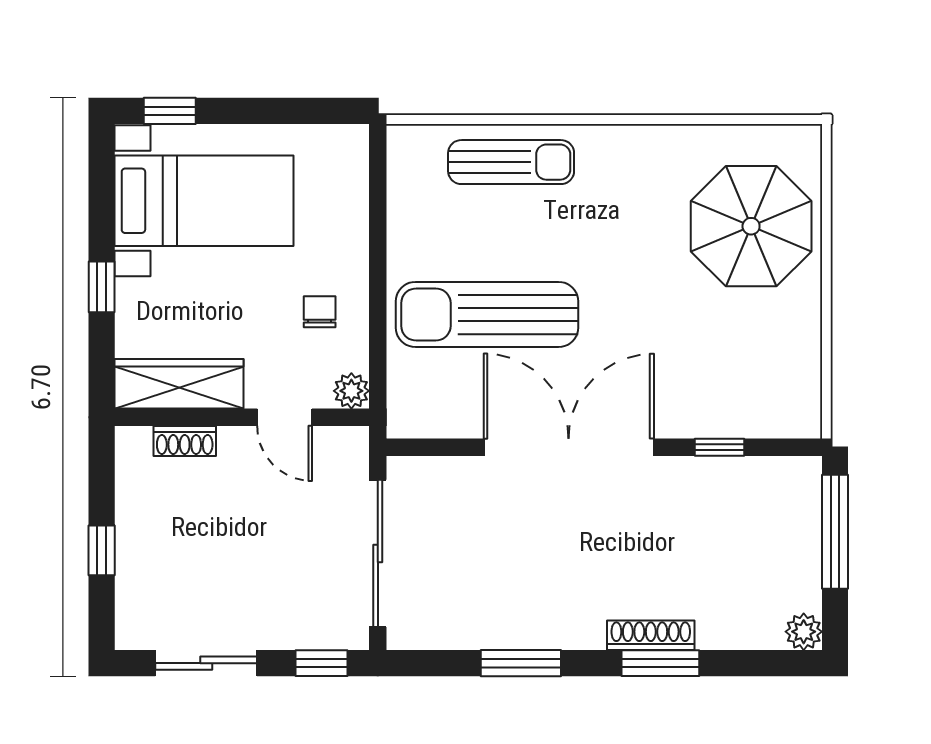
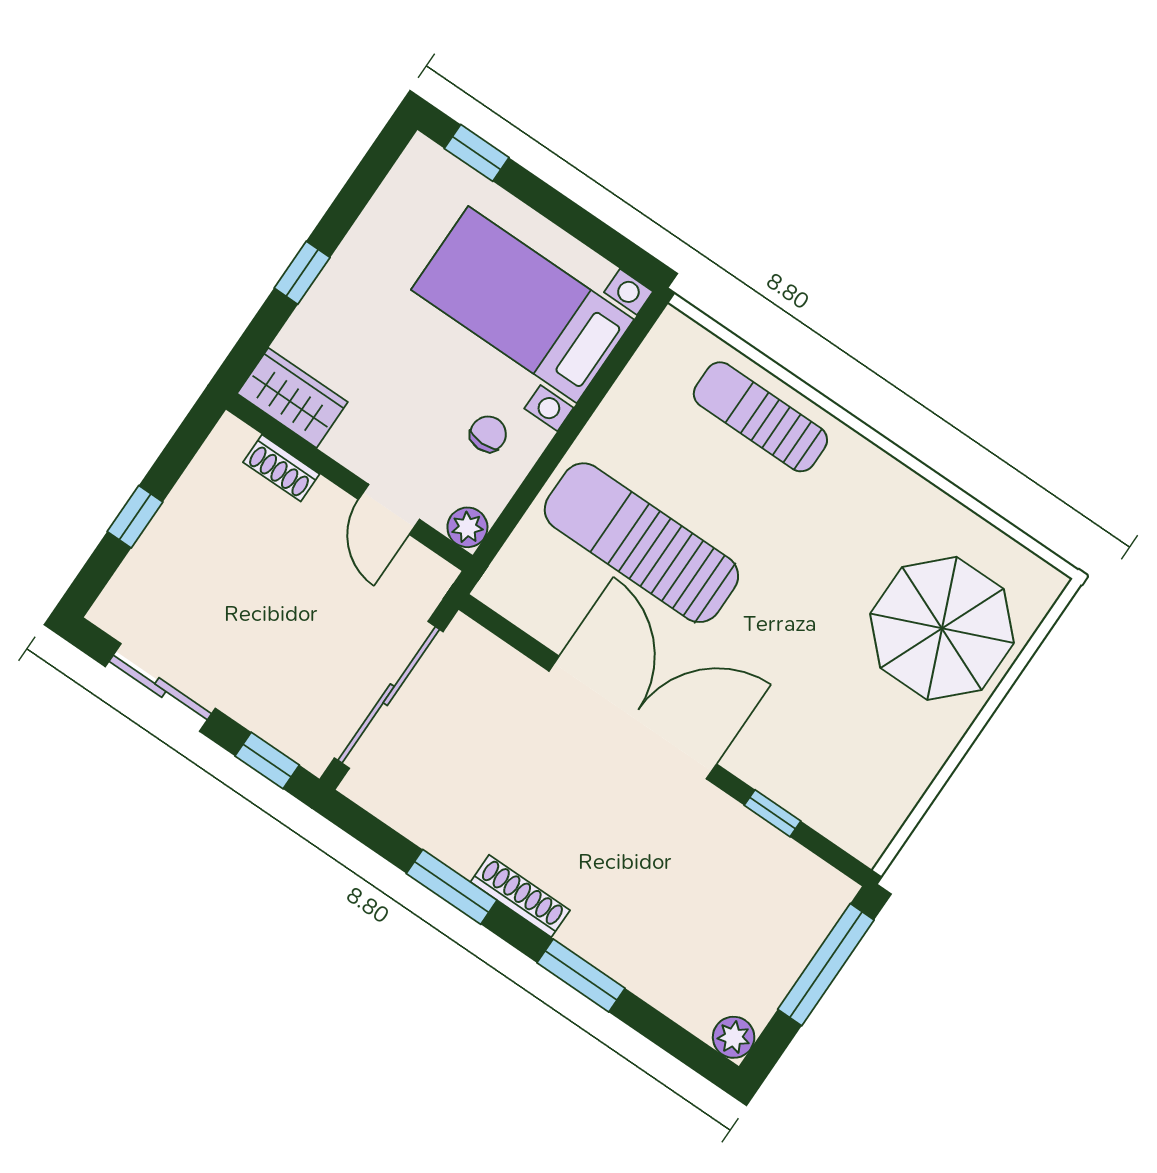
sun lounger: (511, 162) -> (760, 417), turned 180
bed with nightstands: (204, 201) -> (522, 305), moved, turned 180
wardrobe: (179, 384) -> (292, 398), width x0.67
shoe rack: (651, 635) -> (520, 896), moved

